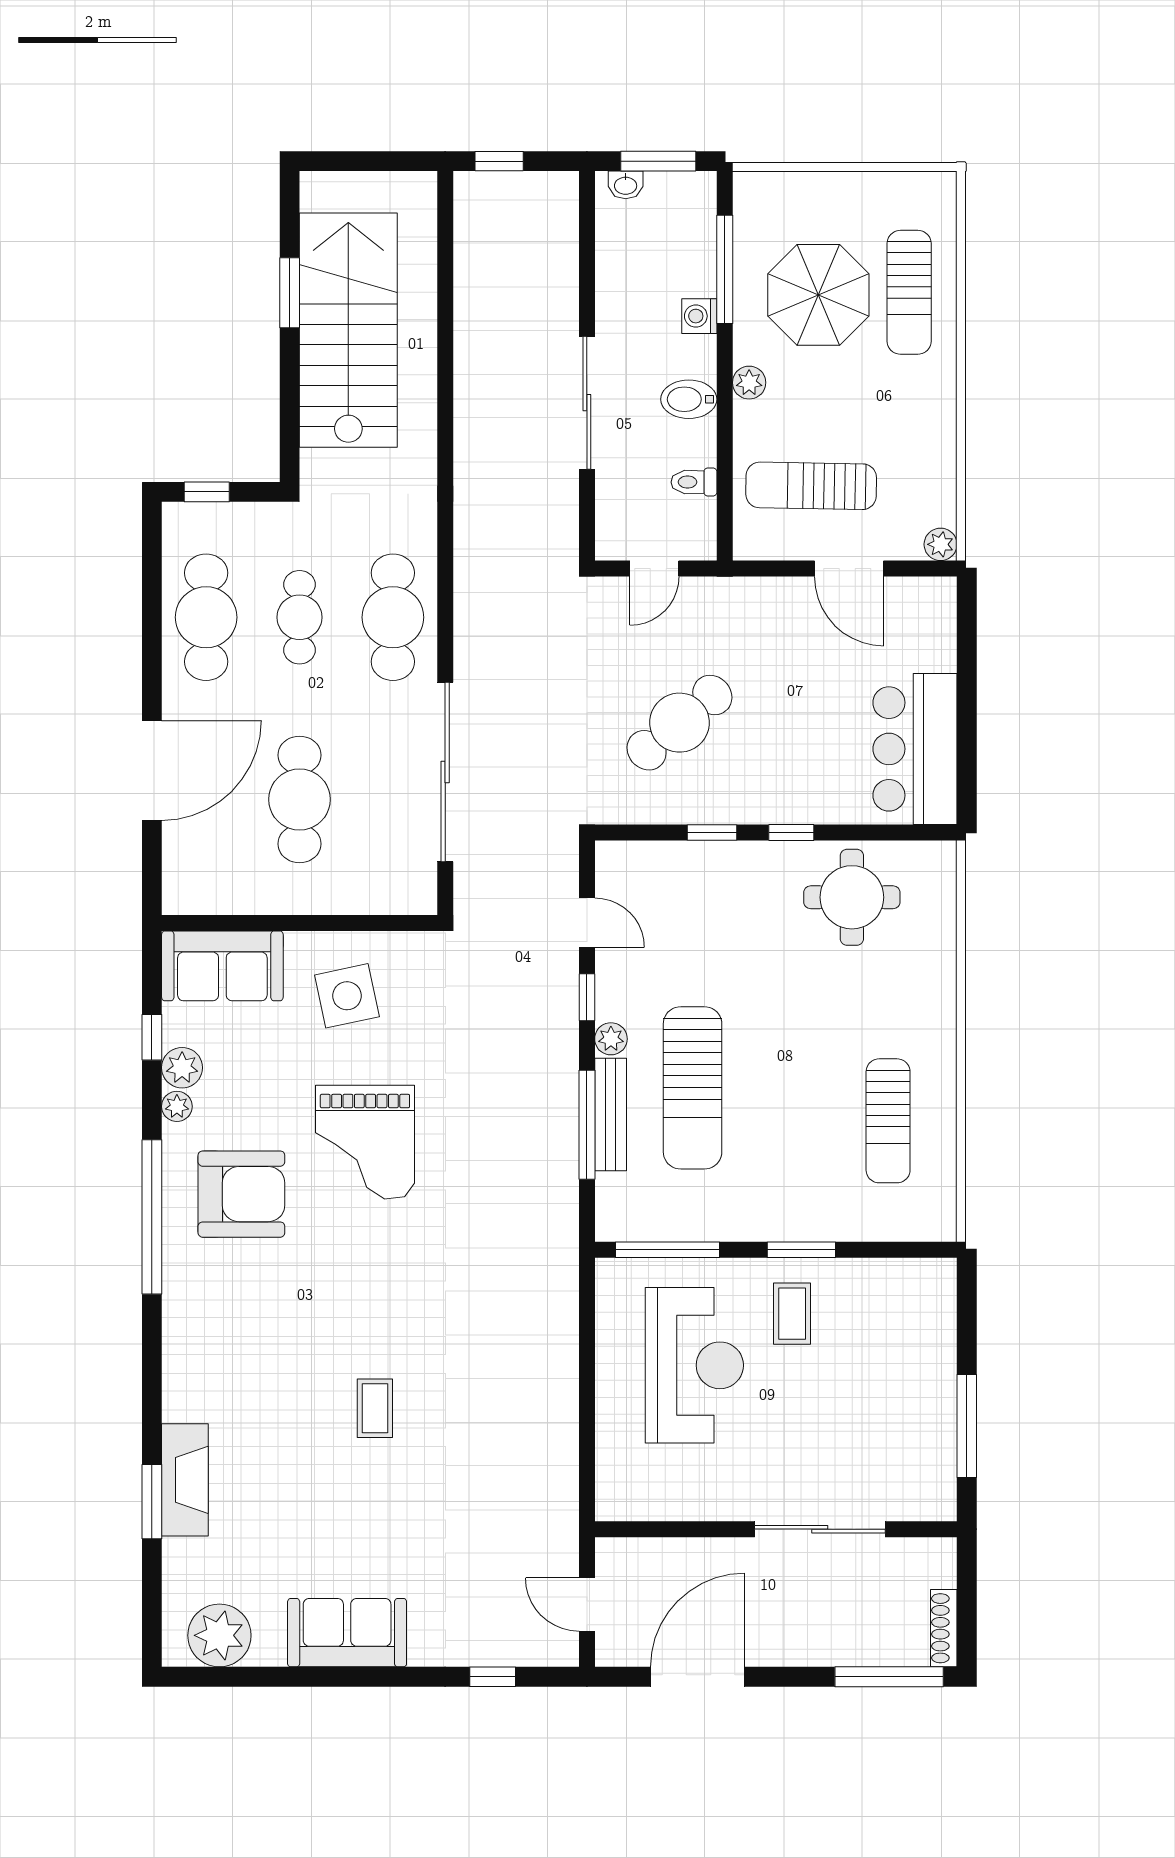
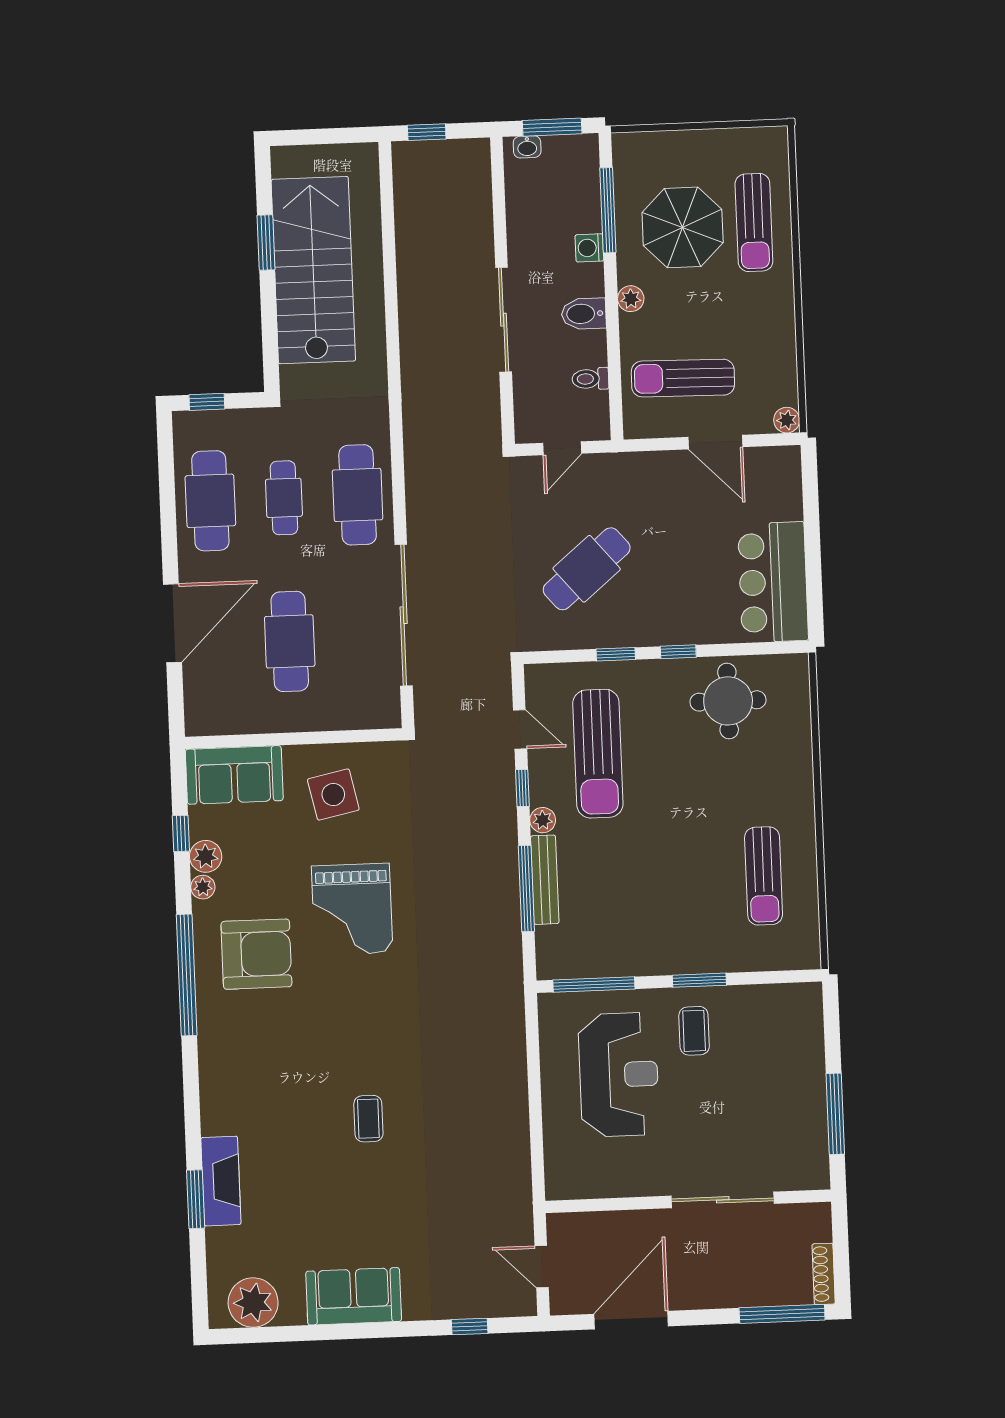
sun lounger: (693, 1088) -> (598, 754), moved

